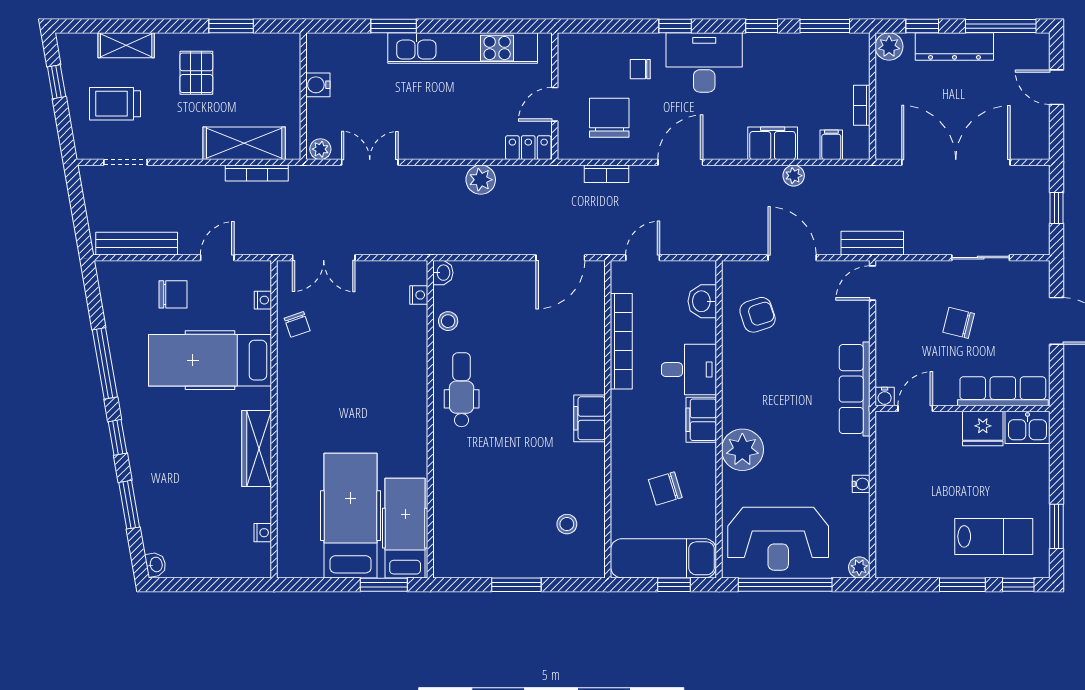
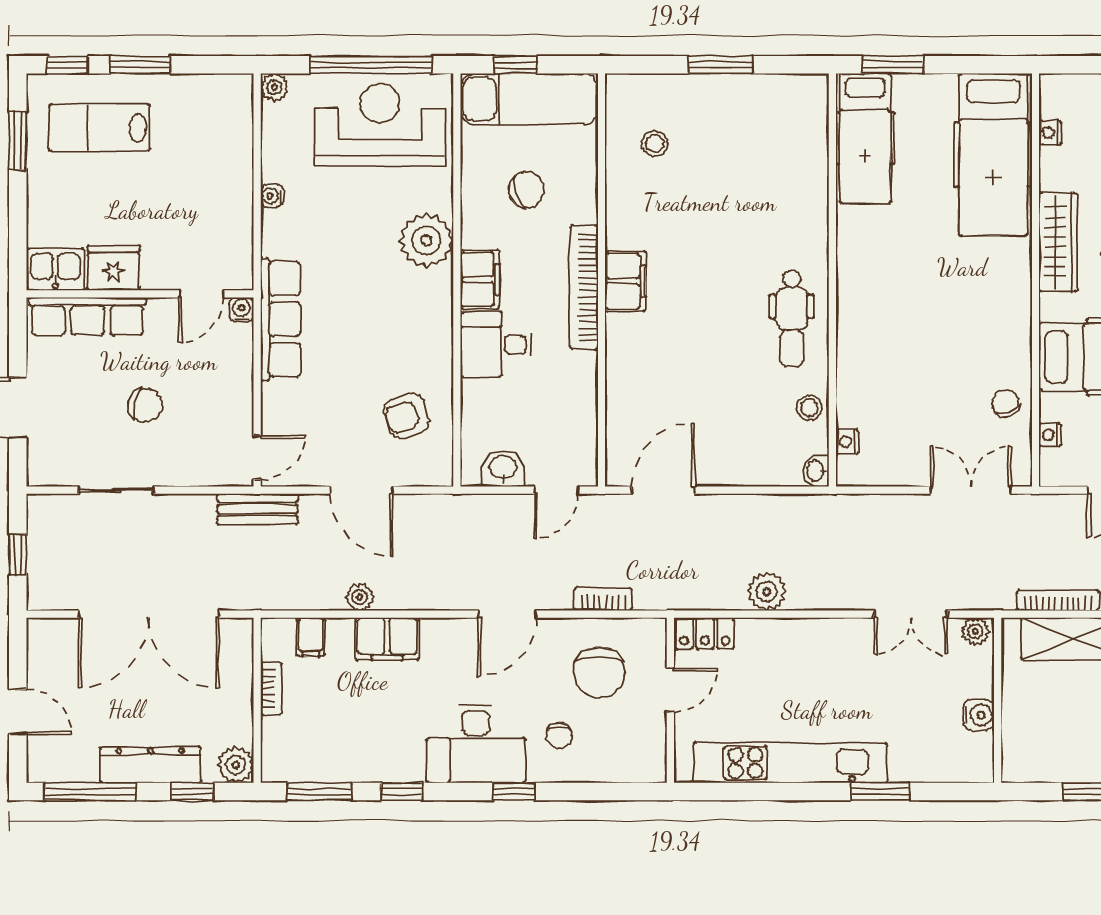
chair: (640, 69) -> (559, 735), turned 90
washbasin: (702, 301) -> (503, 469), moved, turned -90
bookcase: (621, 341) -> (584, 287), moved
hospital bed: (351, 516) -> (993, 155), moved

